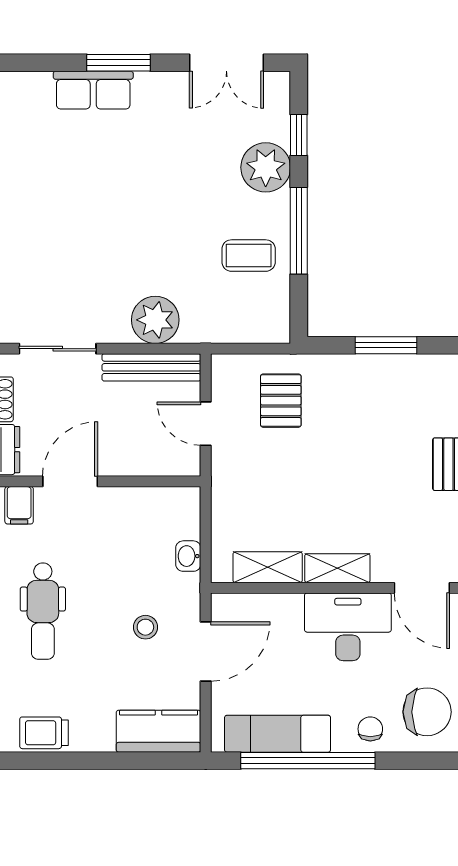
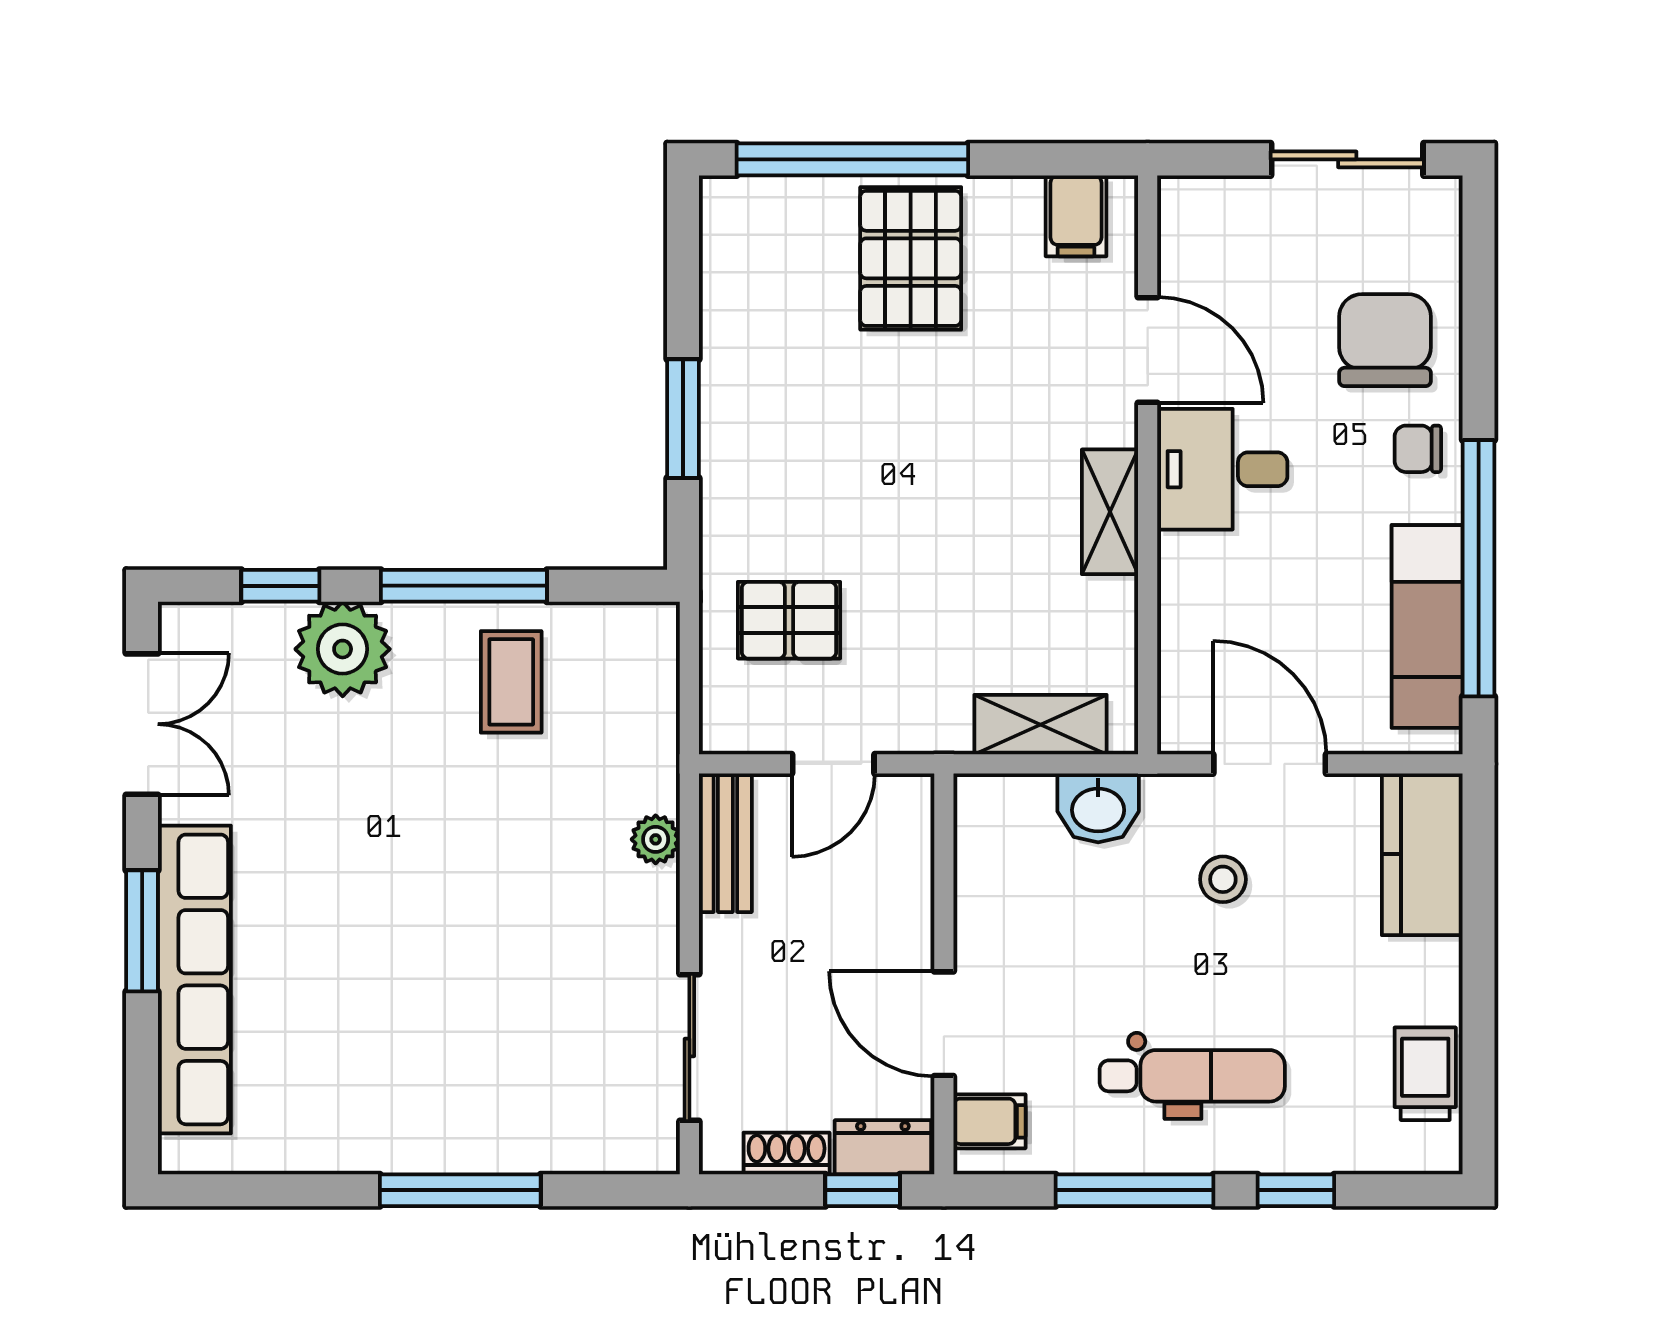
row of seats: (93, 90) -> (194, 979), width x2.02
plant: (155, 320) -> (656, 839), width x0.53, depth x0.53
bench: (151, 367) -> (725, 843), width x0.73
washbasin: (188, 556) -> (1098, 808), width x1.38, depth x1.45
shelving: (268, 567) -> (1041, 725), moved, turned 90
door: (422, 588) -> (1148, 350), hinge flipped
desk: (348, 627) -> (1222, 469), width x0.73
trolley: (44, 733) -> (1425, 1074), turned 180

